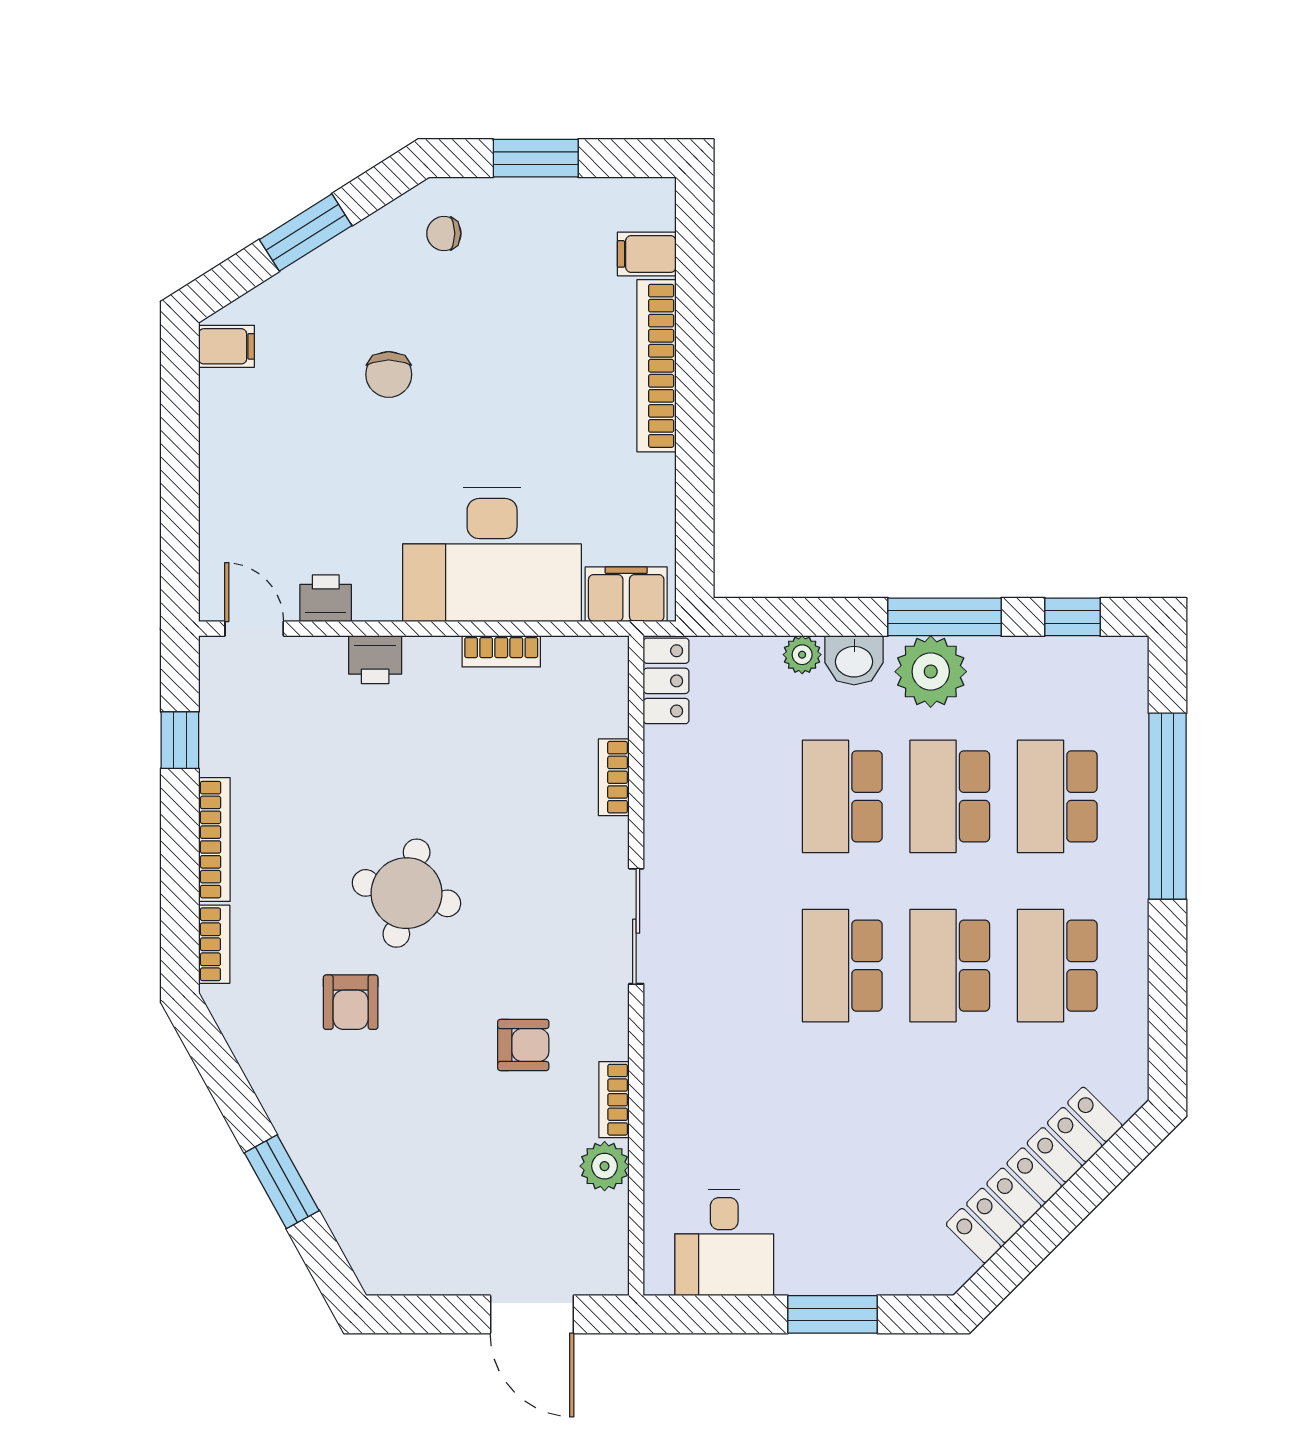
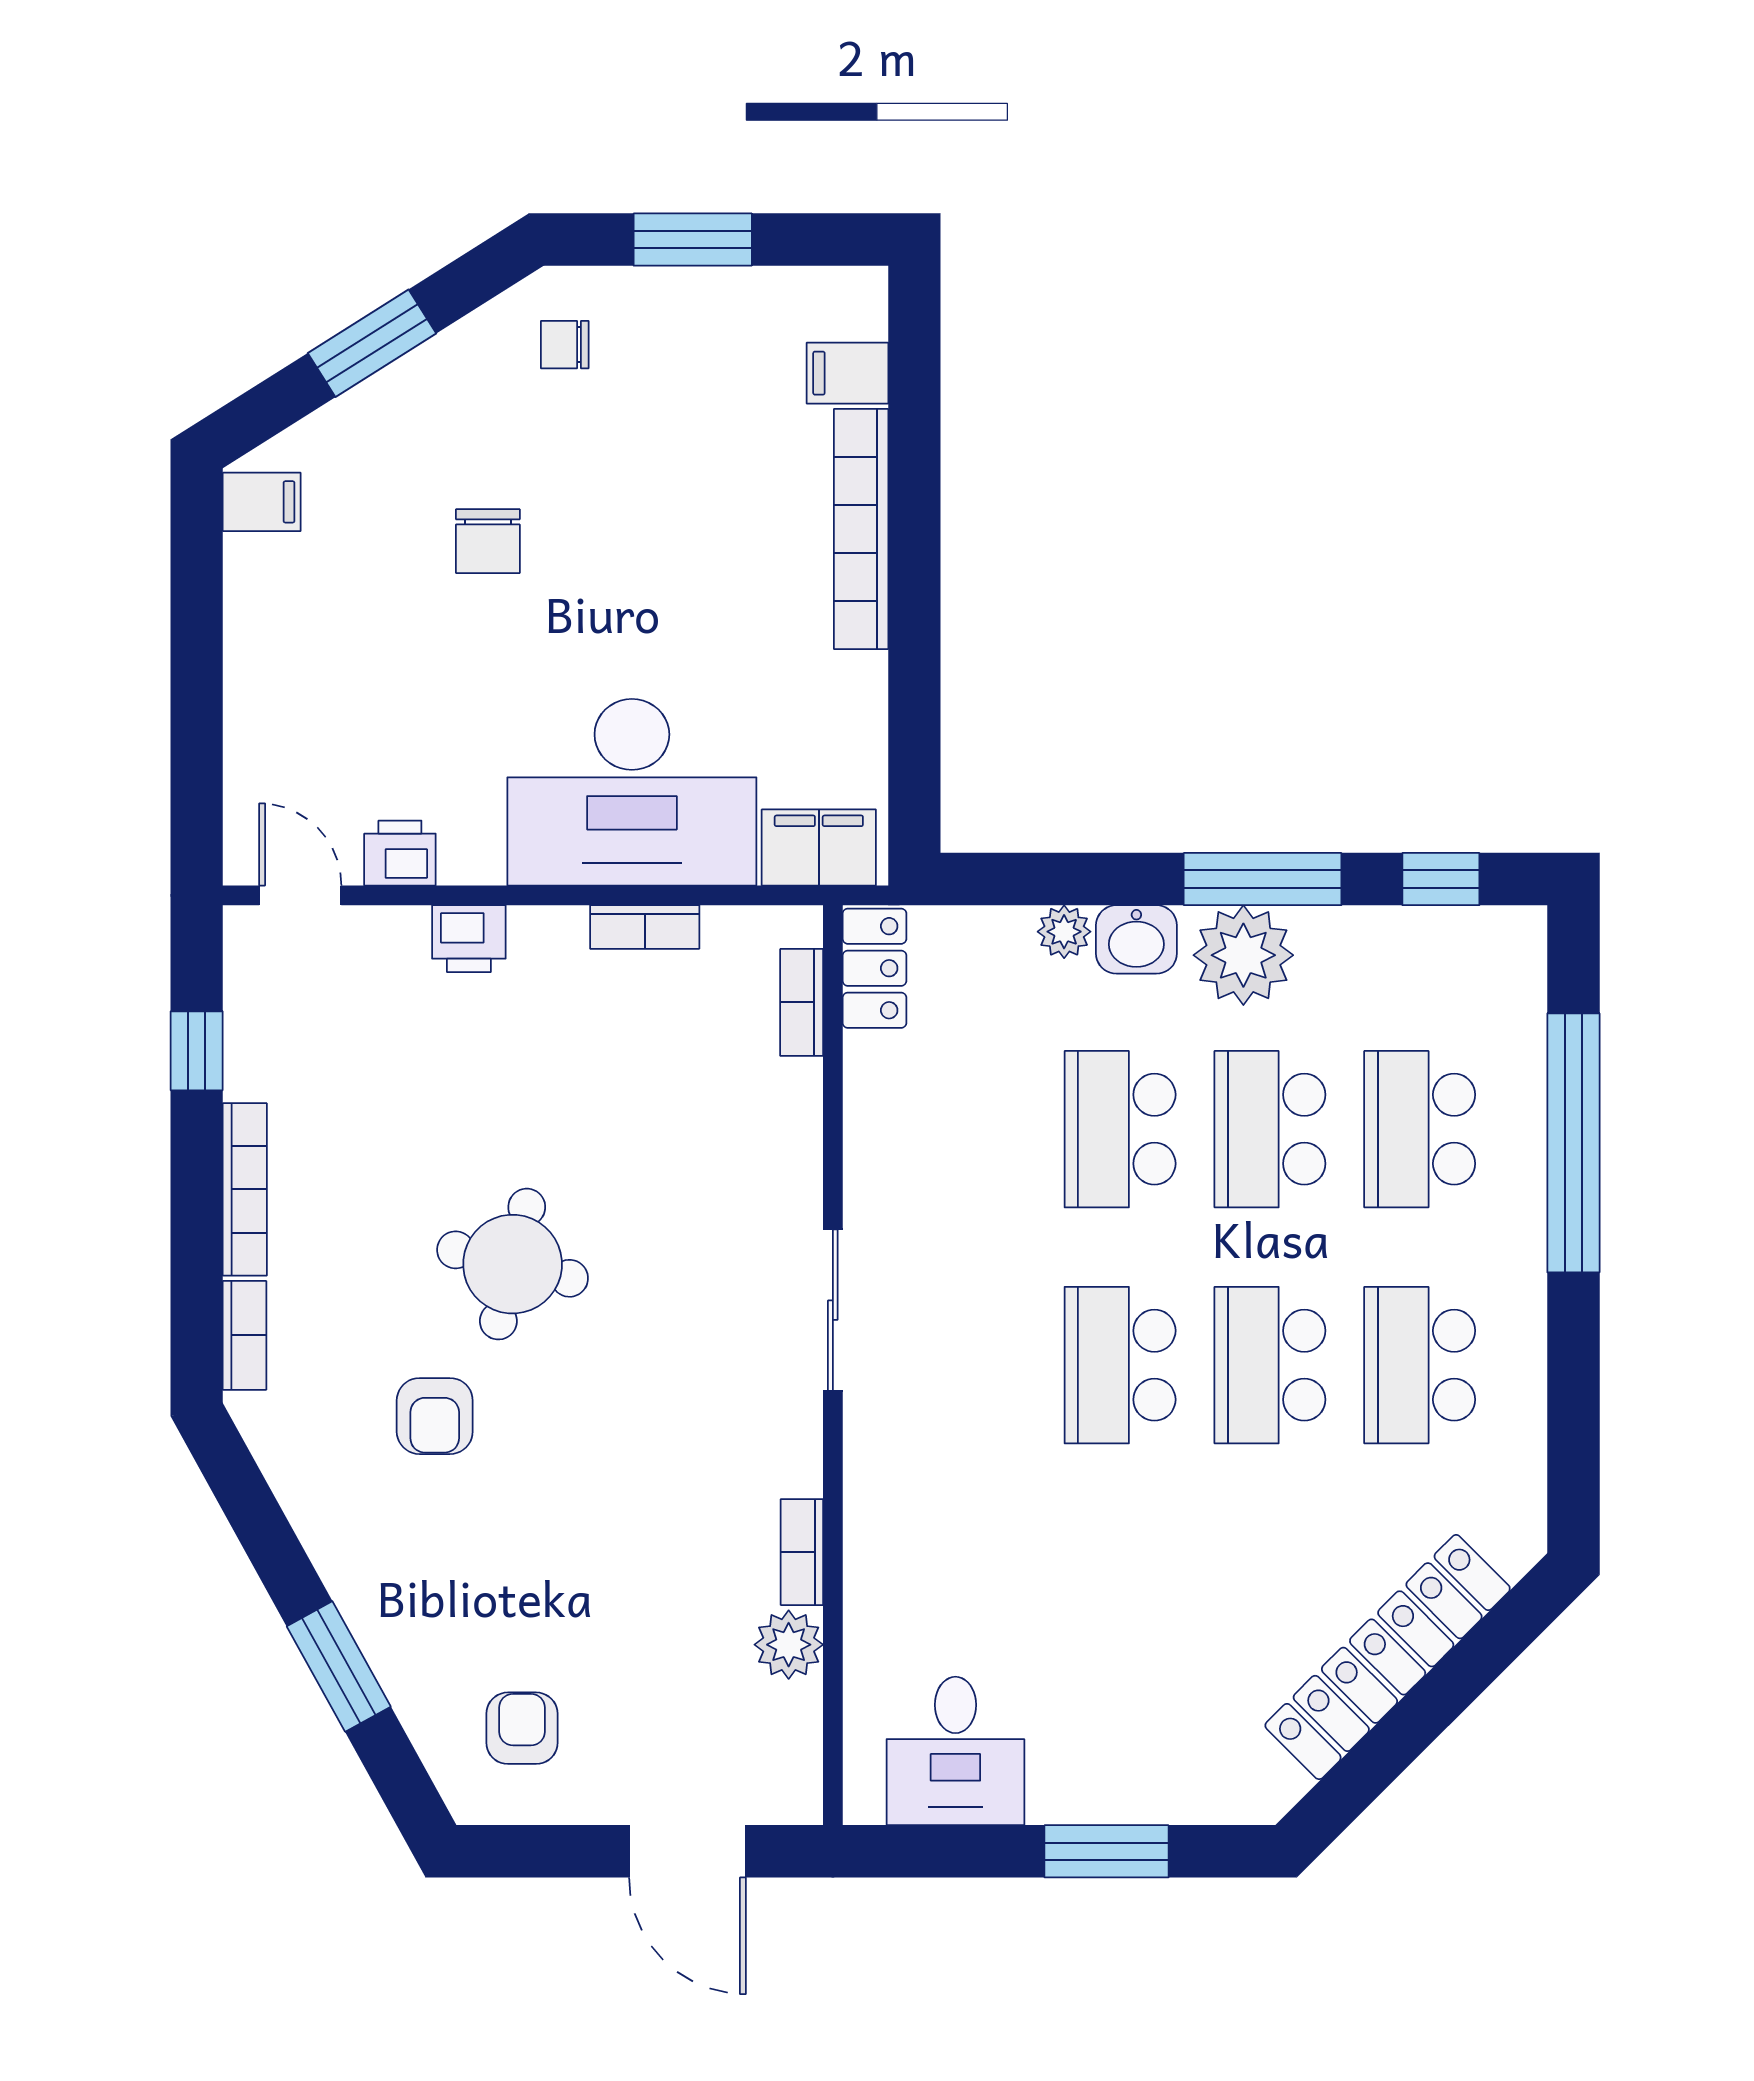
bookcase: (614, 777) -> (802, 1002), moved
armchair: (523, 1045) -> (522, 1728), moved, turned -90

